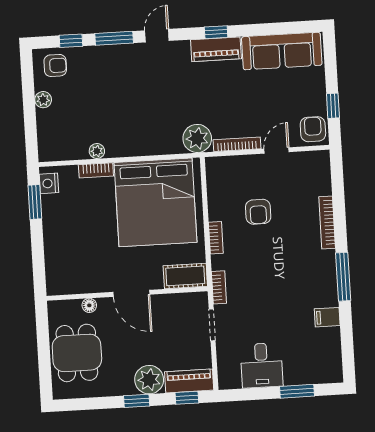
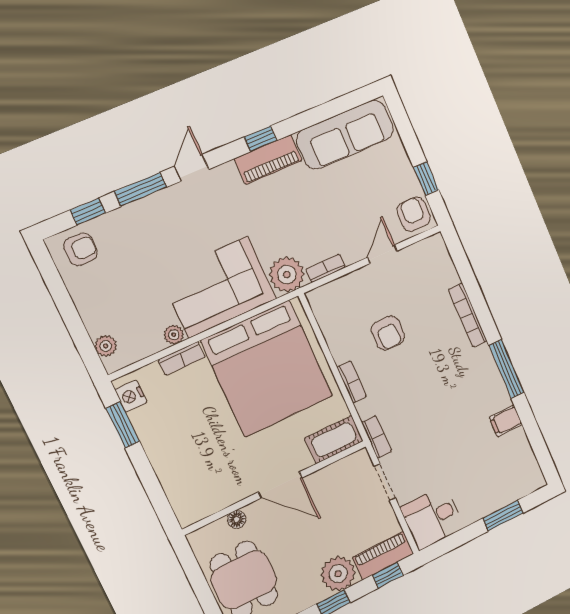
plant: (43, 100) -> (106, 346), moved
corner sofa: (143, 129) -> (218, 287), added
bookcase: (237, 144) -> (326, 268), width x0.64
desk: (262, 365) -> (432, 518), moved, turned 90

